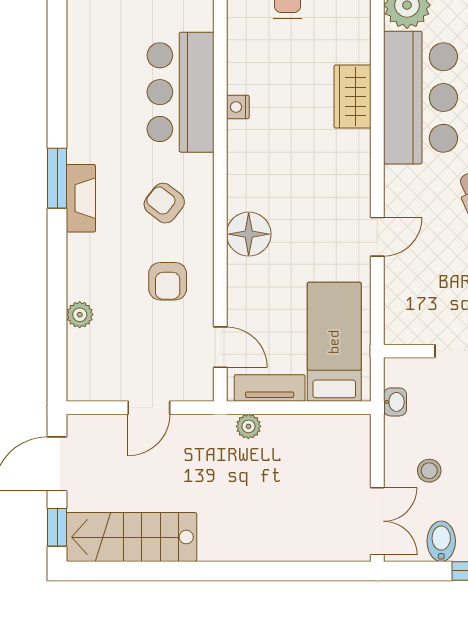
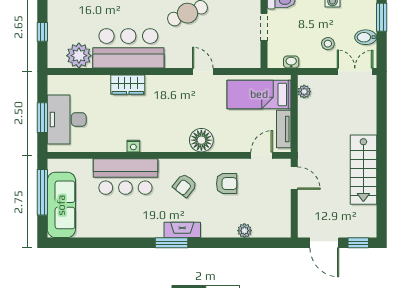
door: (149, 408) -> (294, 178), moved
plant: (248, 426) -> (304, 92), moved
stairs: (132, 537) -> (363, 170), moved

